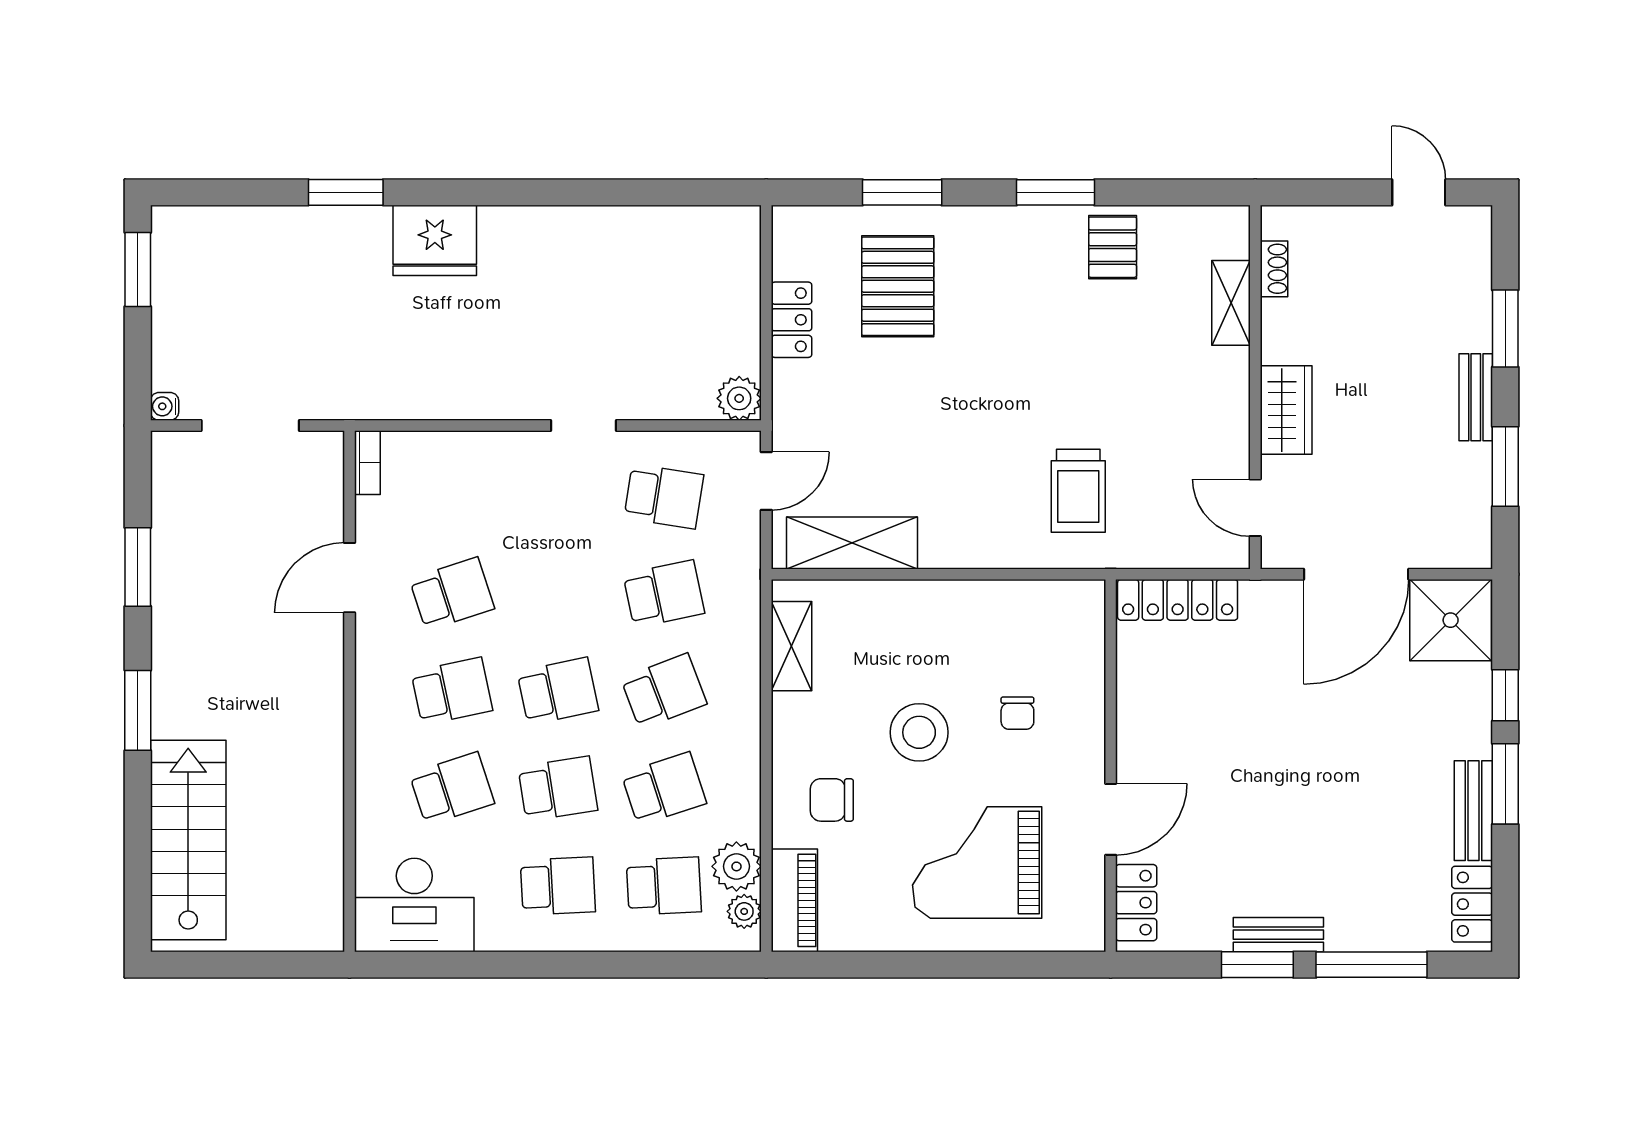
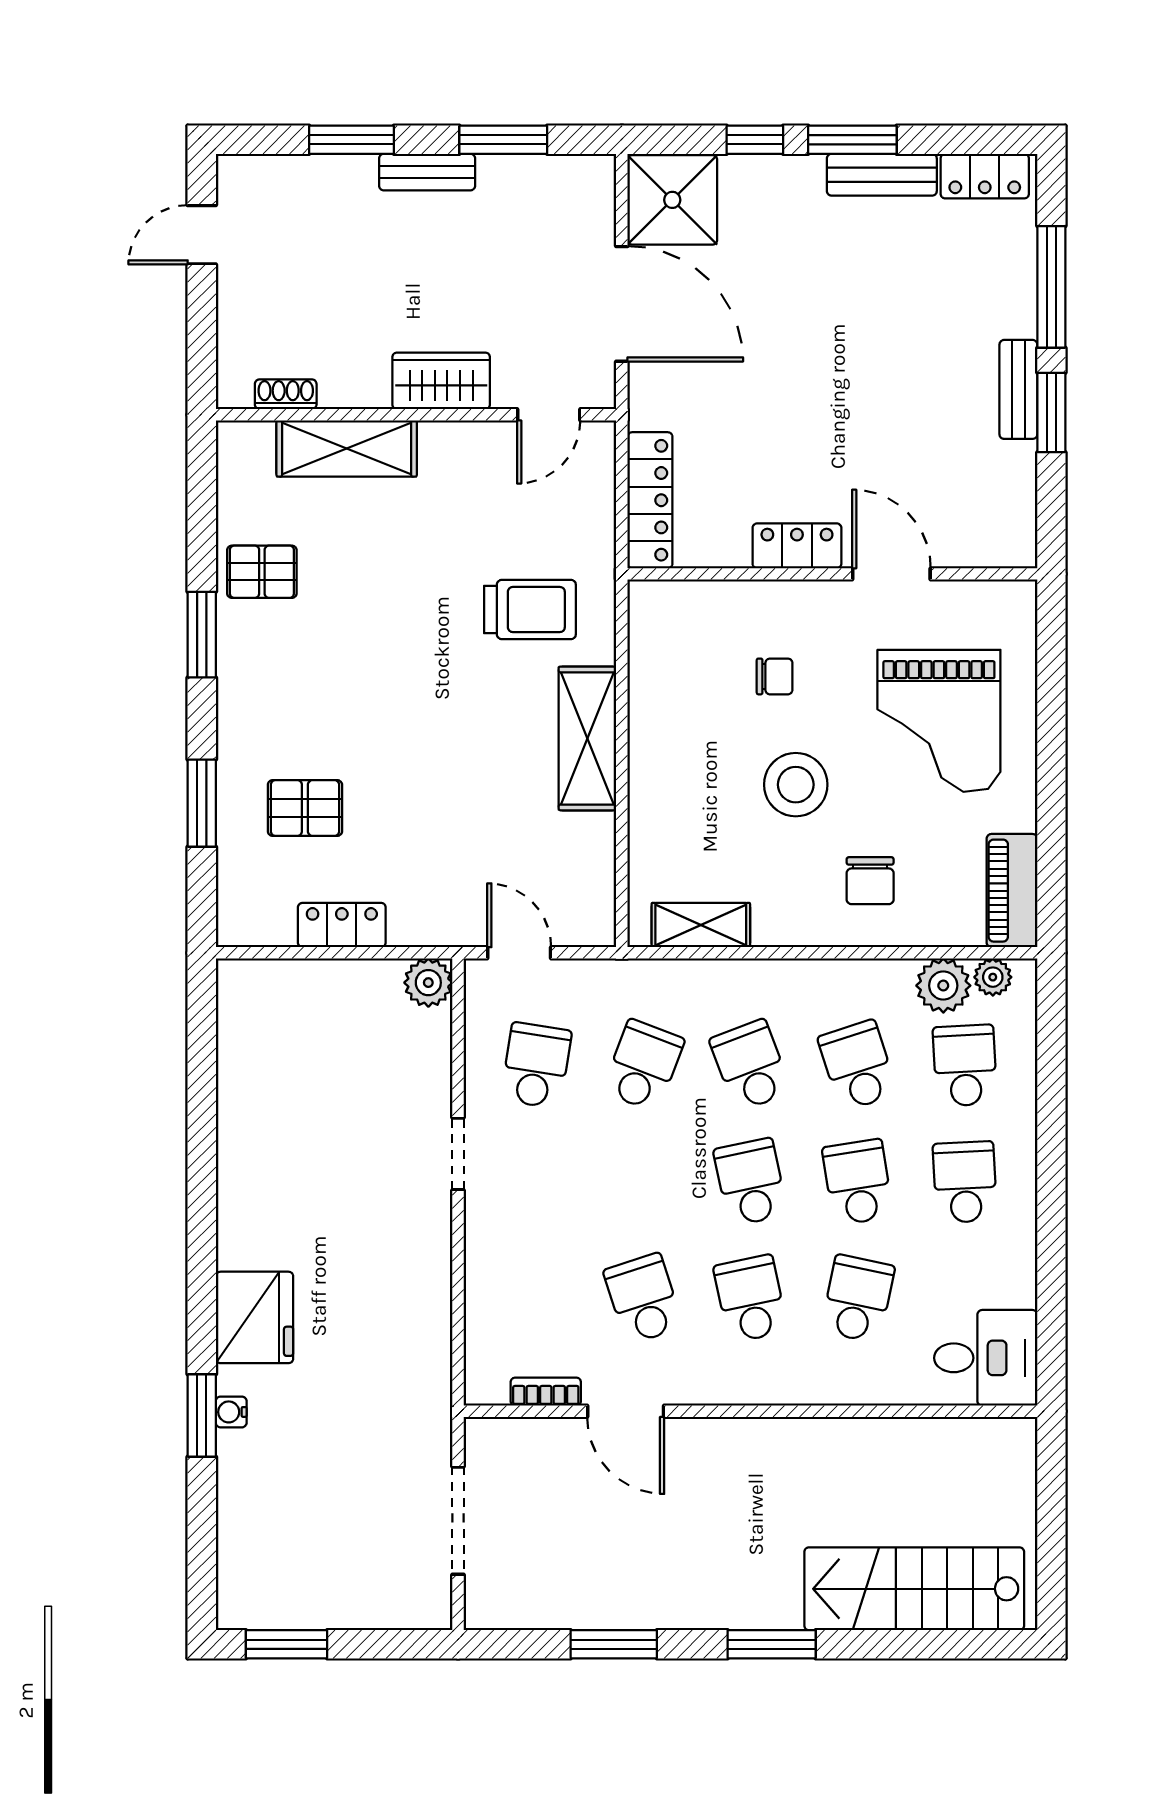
pallet: (898, 286) -> (305, 808), width x0.67, depth x0.71
shelving: (1231, 303) -> (347, 449), width x1.50, depth x1.33
water cooler: (165, 406) -> (231, 1412), moved, turned 90
bookcase: (367, 463) -> (546, 1392), moved
shelving: (852, 543) -> (587, 738), moved
school desk: (664, 594) -> (643, 1065), turned 33
school desk: (452, 789) -> (858, 1299), turned 30
piano: (794, 900) -> (1012, 891), moved, turned -90
locker: (1136, 903) -> (797, 546), moved
desk: (414, 905) -> (986, 1358), width x0.73

